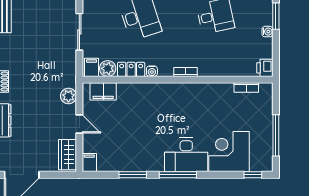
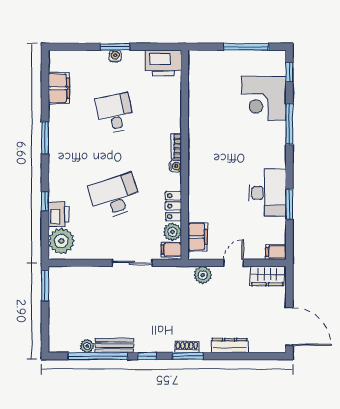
water cooler: (267, 32) -> (115, 56), moved
printer: (265, 68) -> (163, 63), width x1.87, depth x1.48
water cooler: (152, 71) -> (175, 166), moved
bookcase: (246, 87) -> (193, 79), removed
desk: (186, 155) -> (268, 193), moved
window: (178, 175) -> (289, 124), moved

